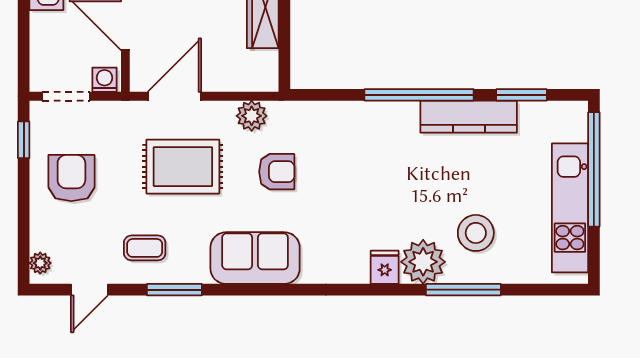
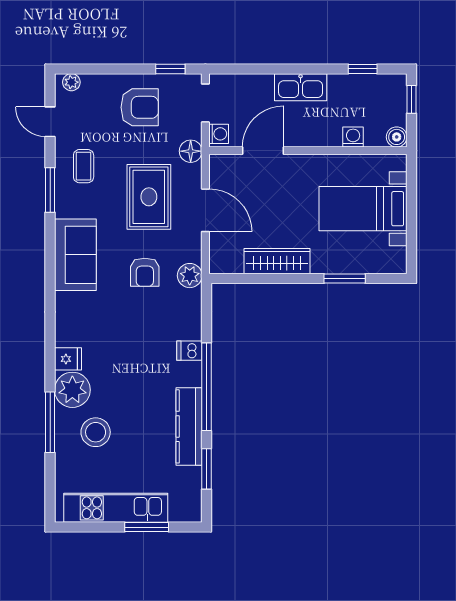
door: (174, 96) -> (205, 210), moved
floor lamp: (126, 115) -> (191, 151), added
plant: (252, 116) -> (190, 276), moved
dishwasher: (374, 116) -> (189, 351), added
window: (594, 169) -> (147, 527), width x0.47

